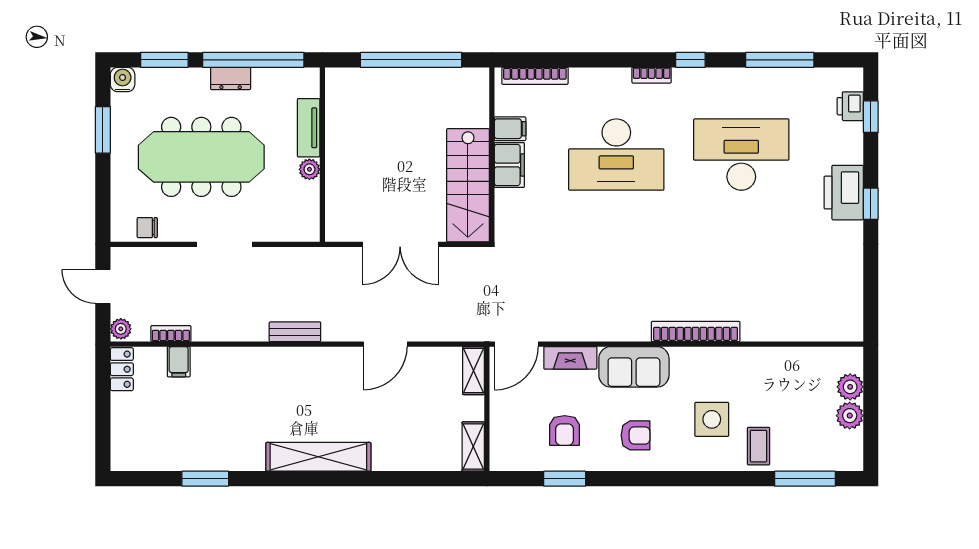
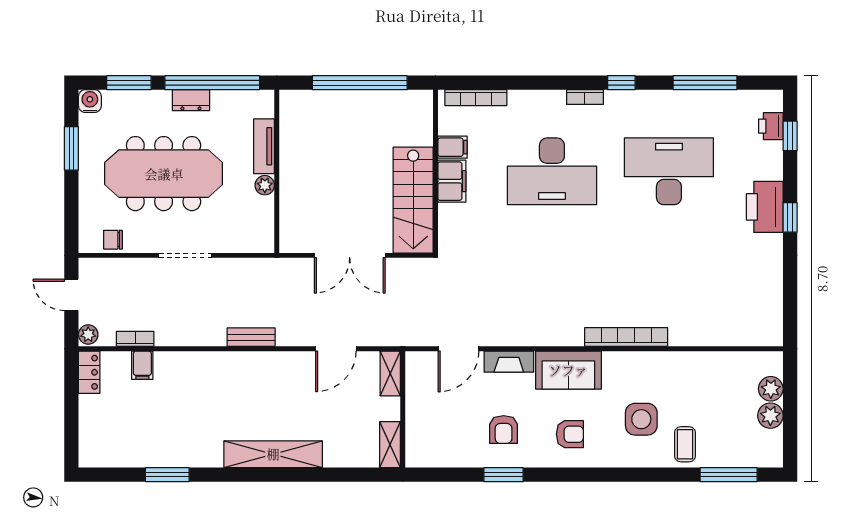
shelving: (474, 371) -> (390, 373), moved
wall: (487, 409) -> (403, 409), moved
shelving: (473, 446) -> (390, 445), moved

